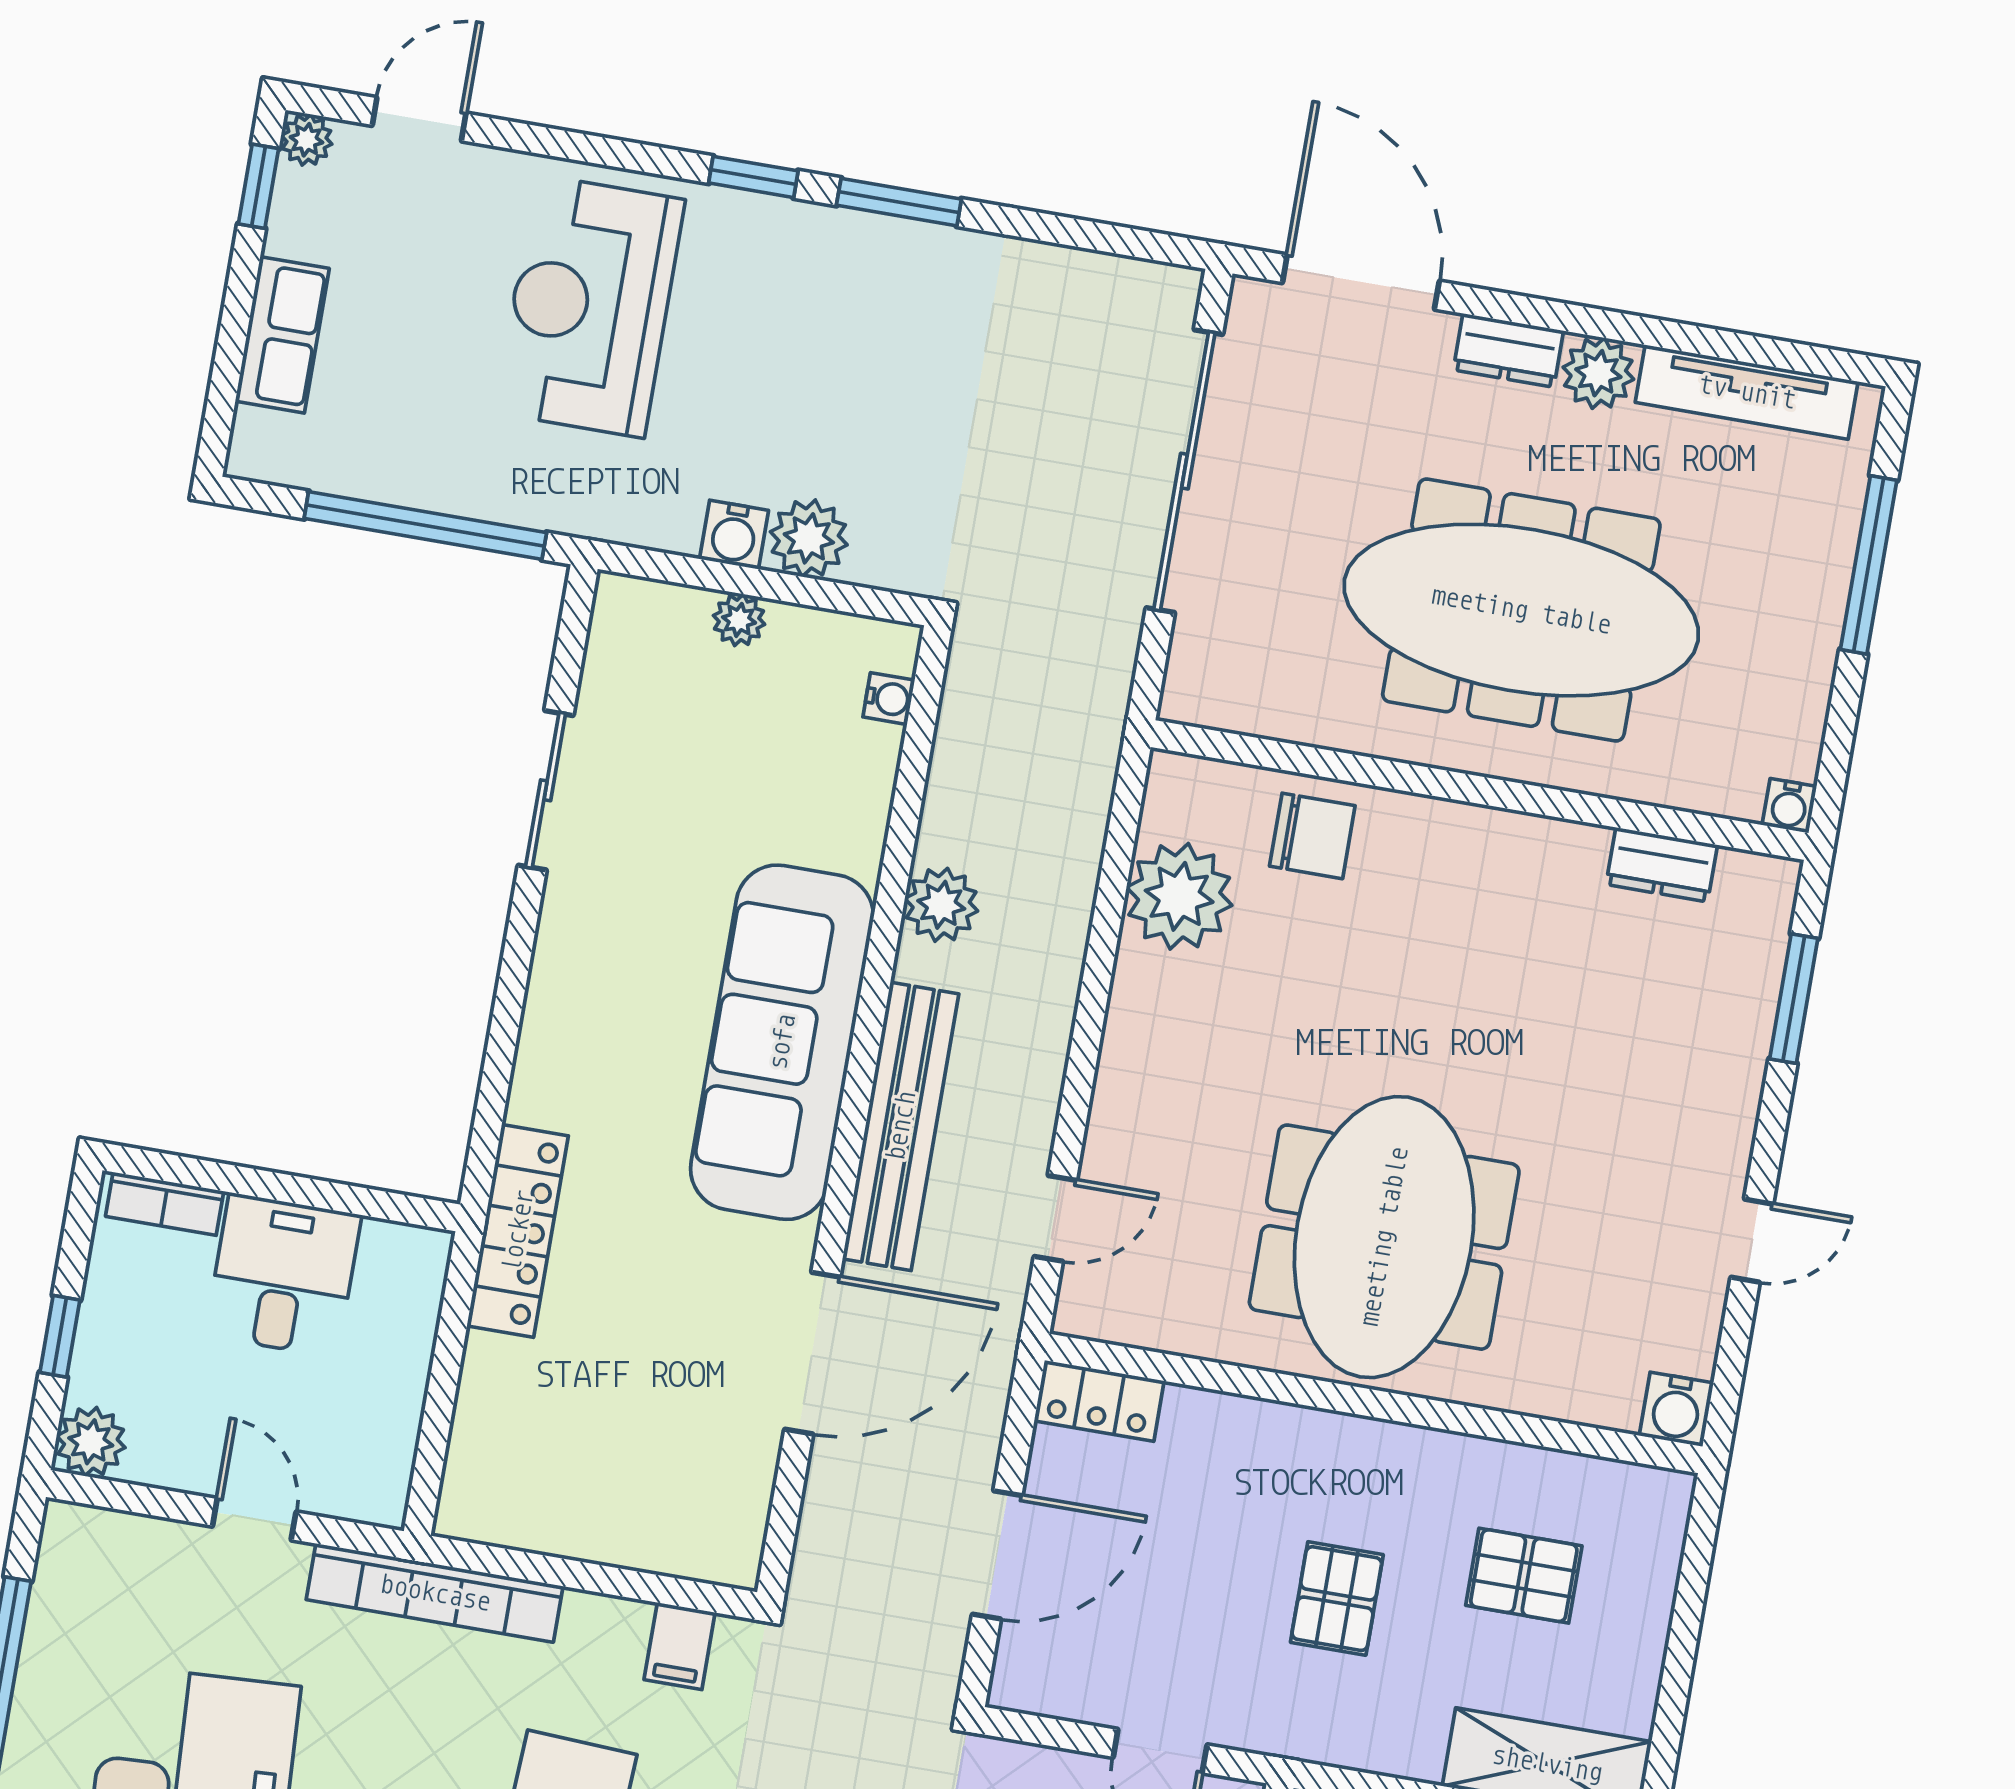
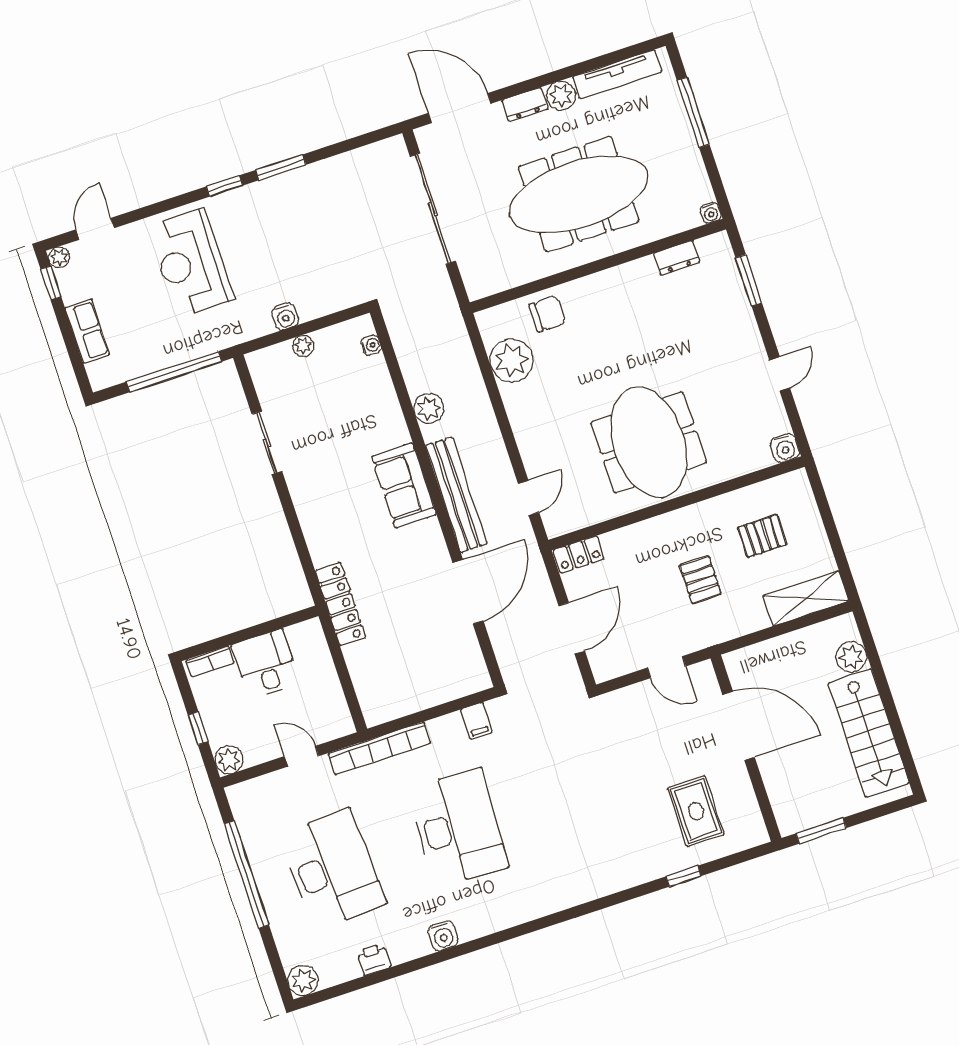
plant: (809, 538) -> (312, 304), removed
sofa: (782, 1042) -> (404, 485), width x0.54, depth x0.79

